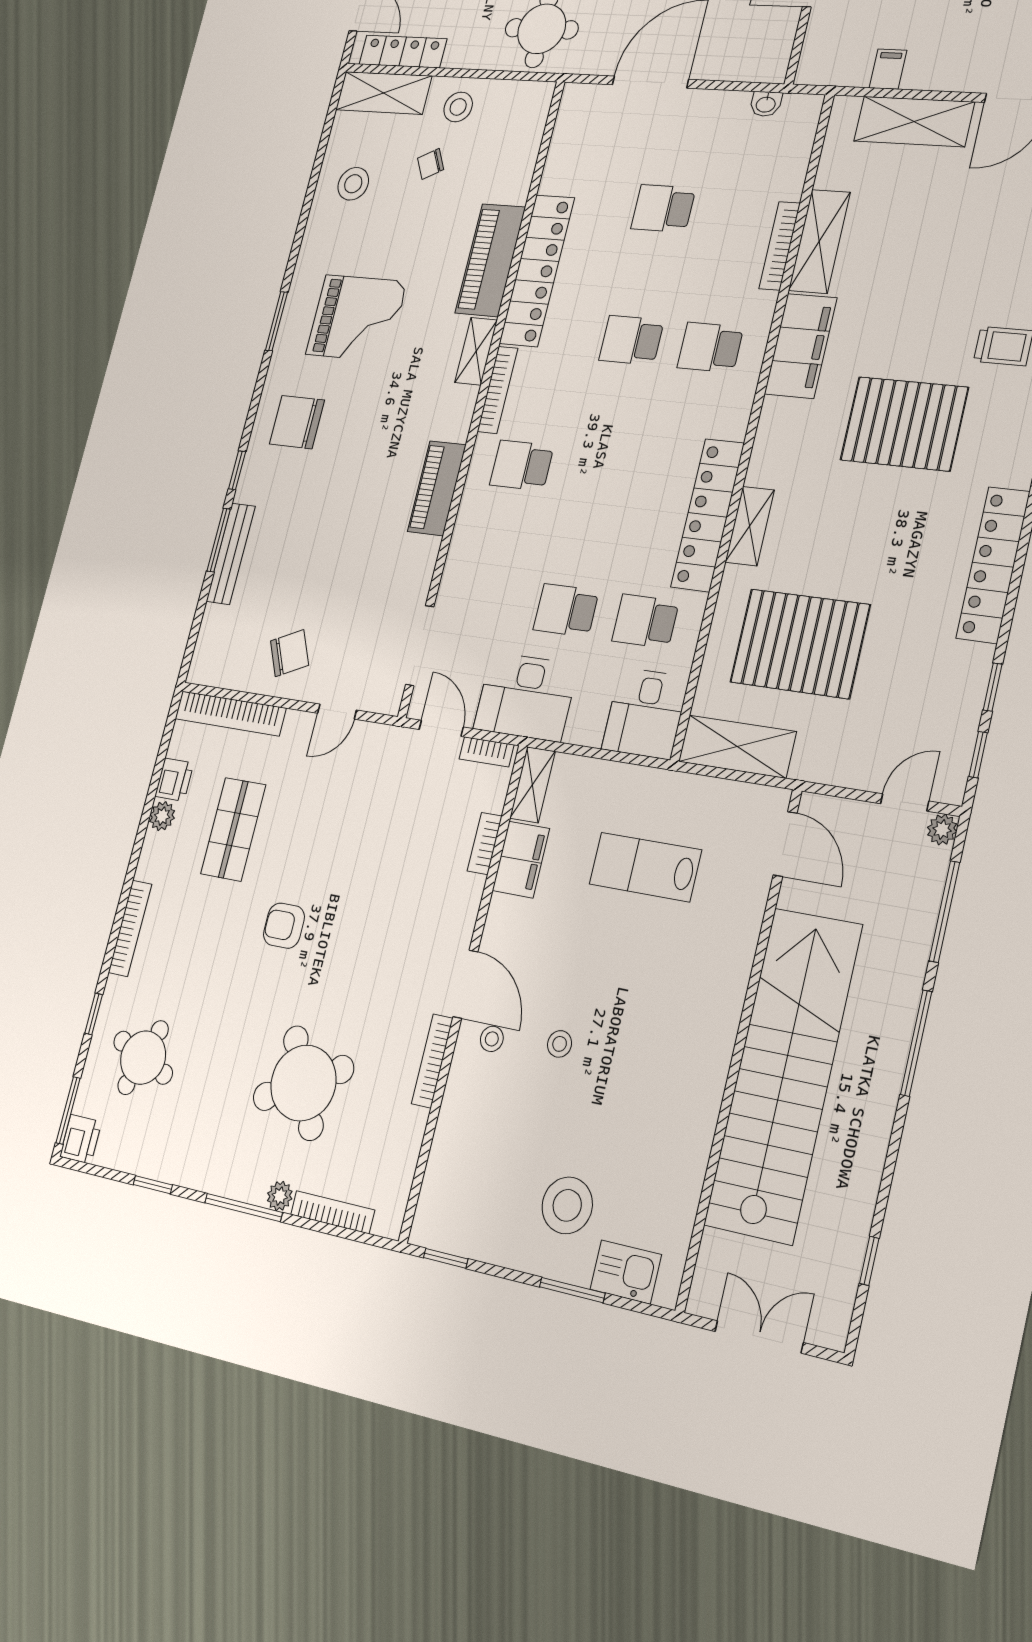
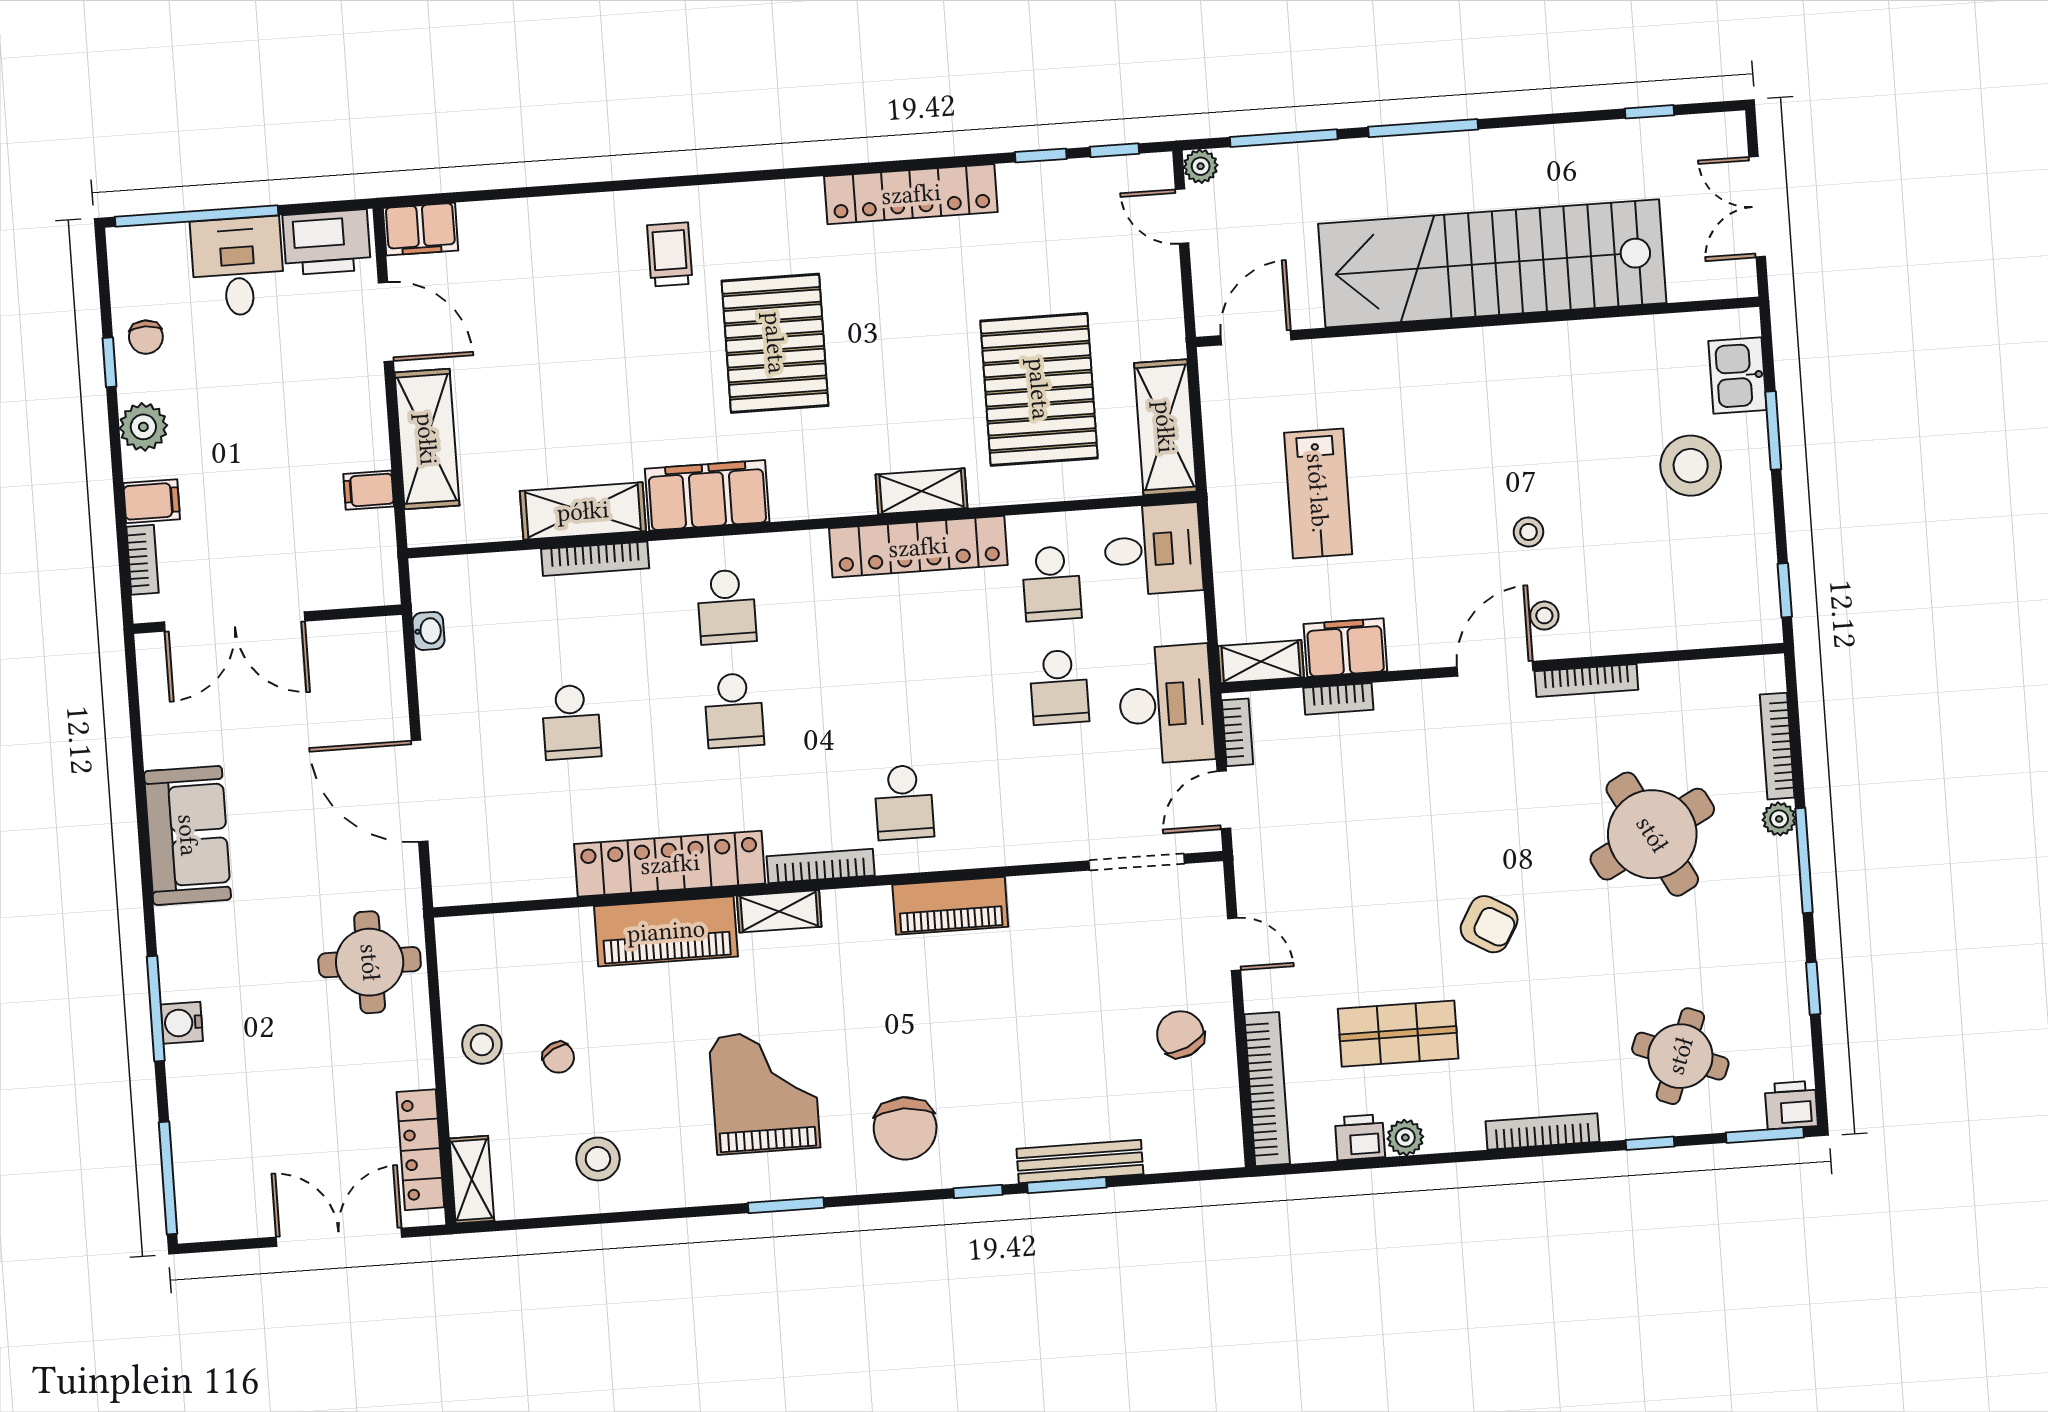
shelving: (384, 93) -> (472, 1180), width x0.67, depth x0.75
armchair: (284, 926) -> (1489, 924), turned -60

